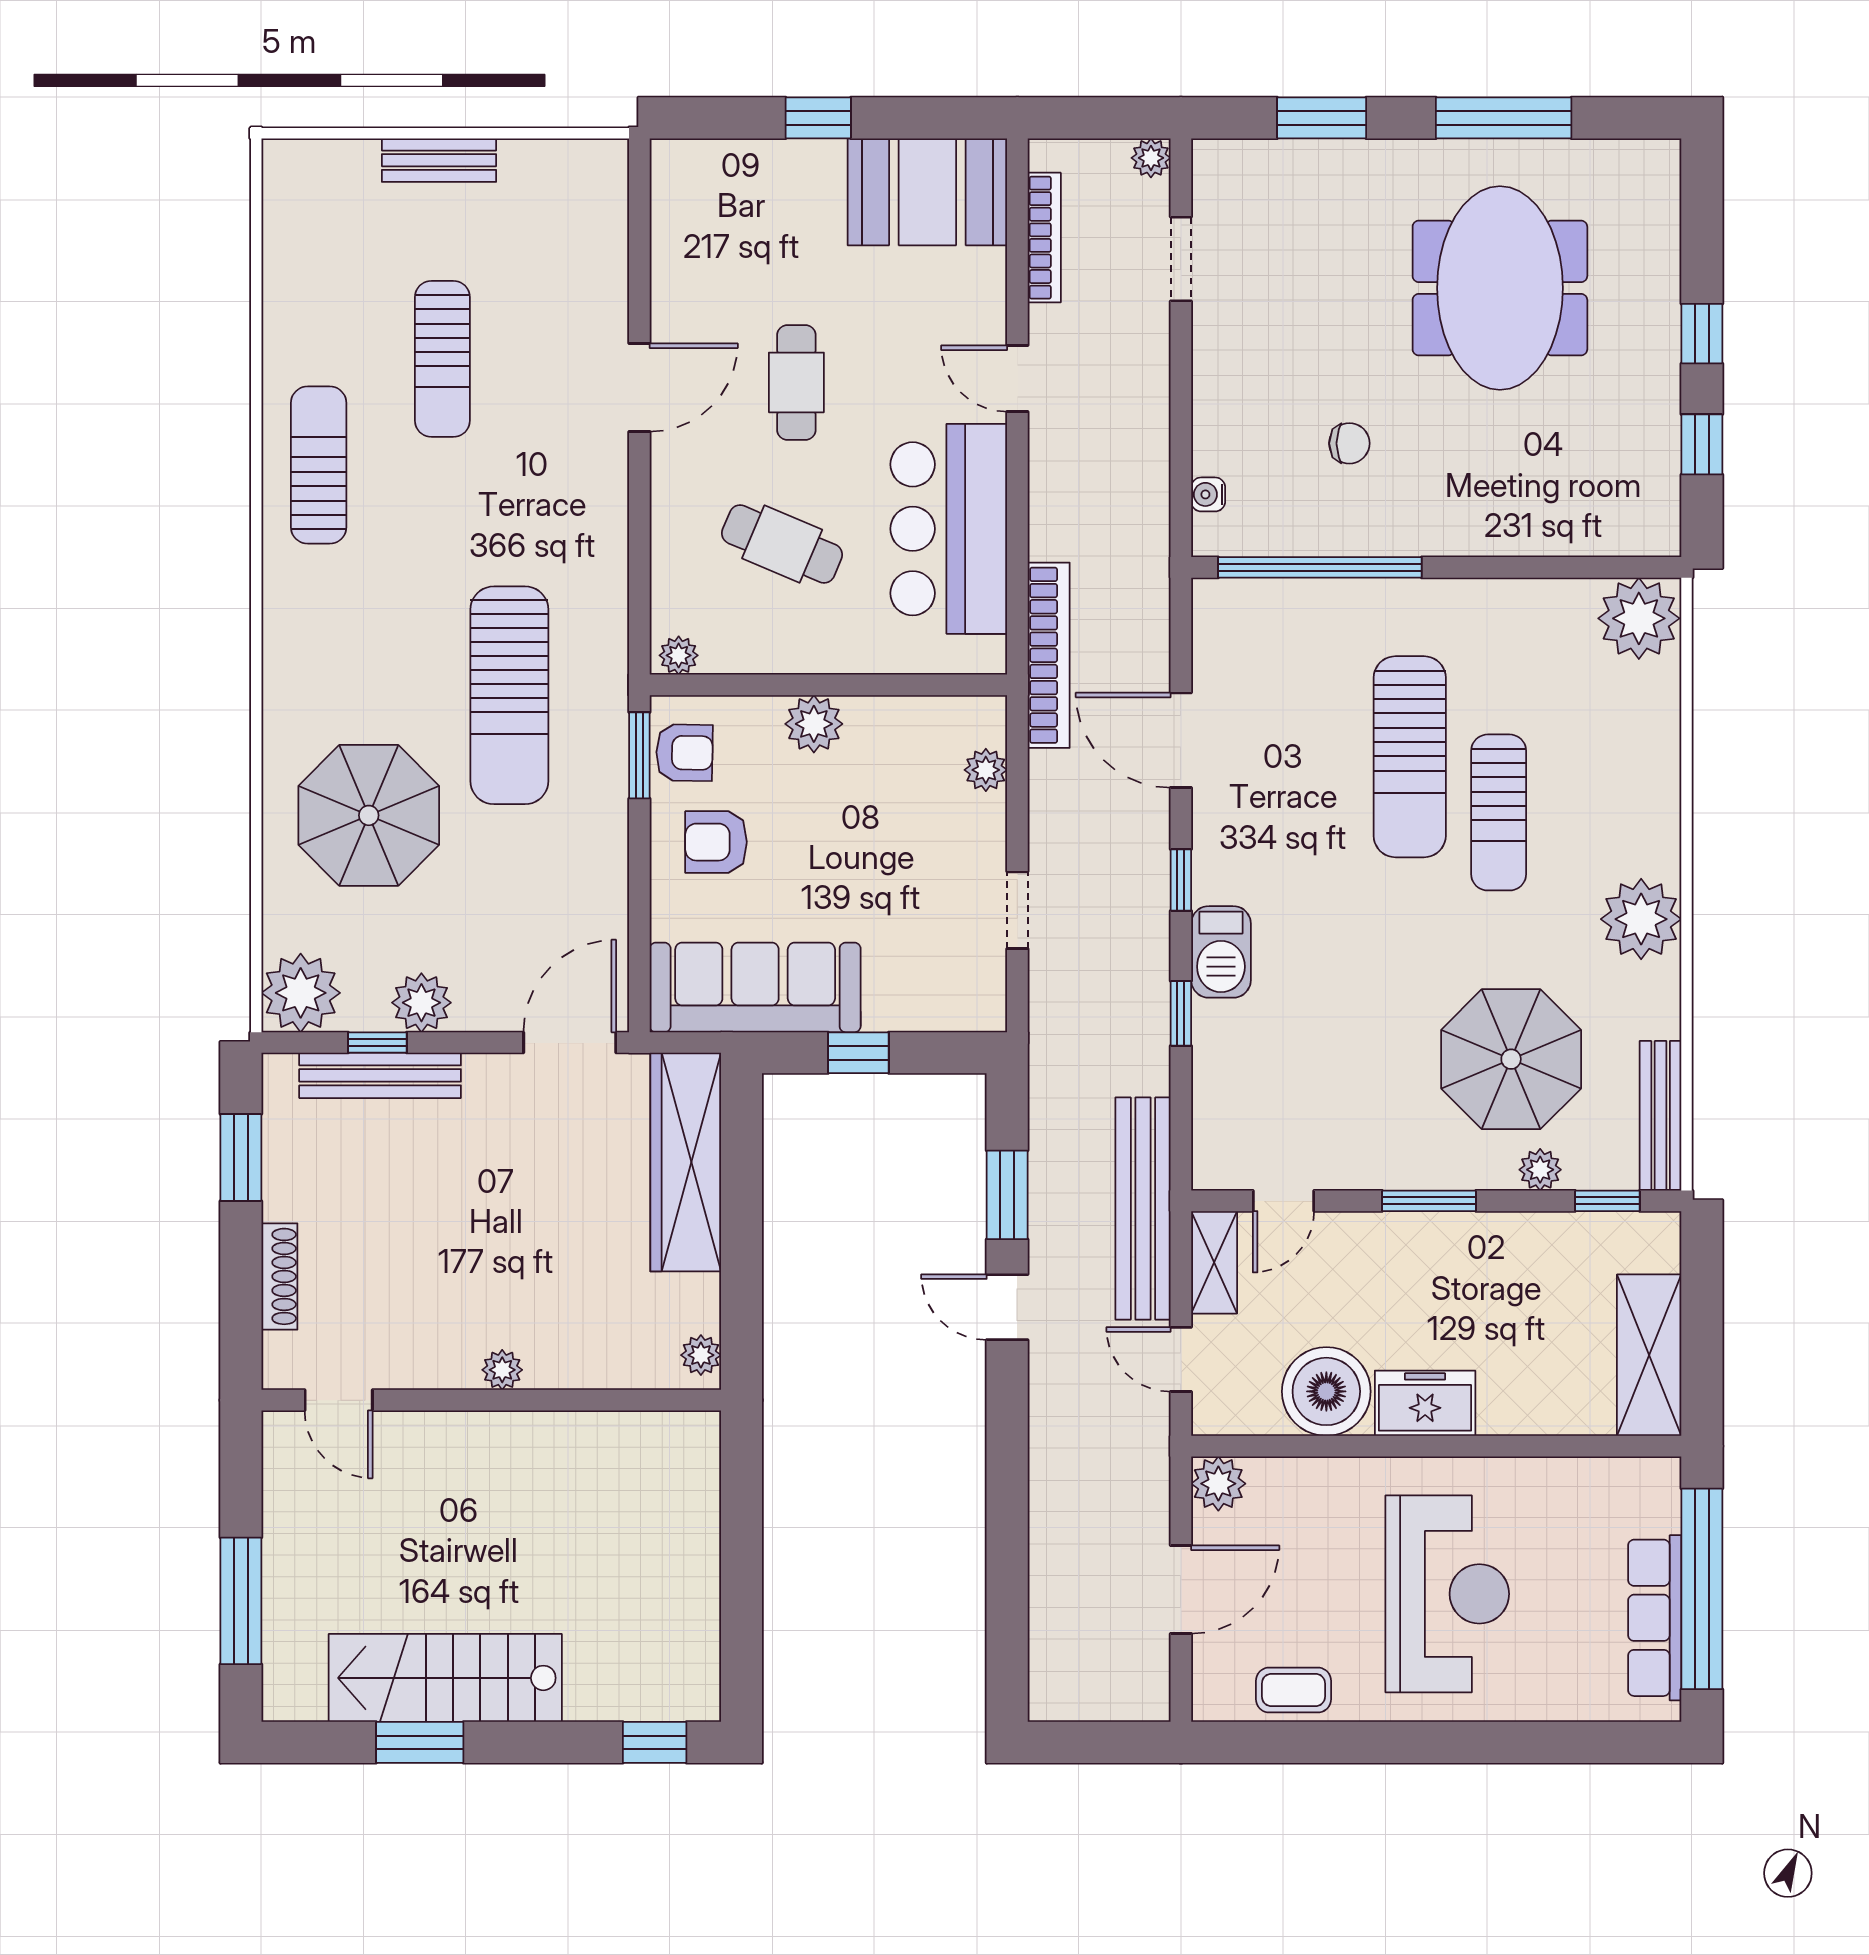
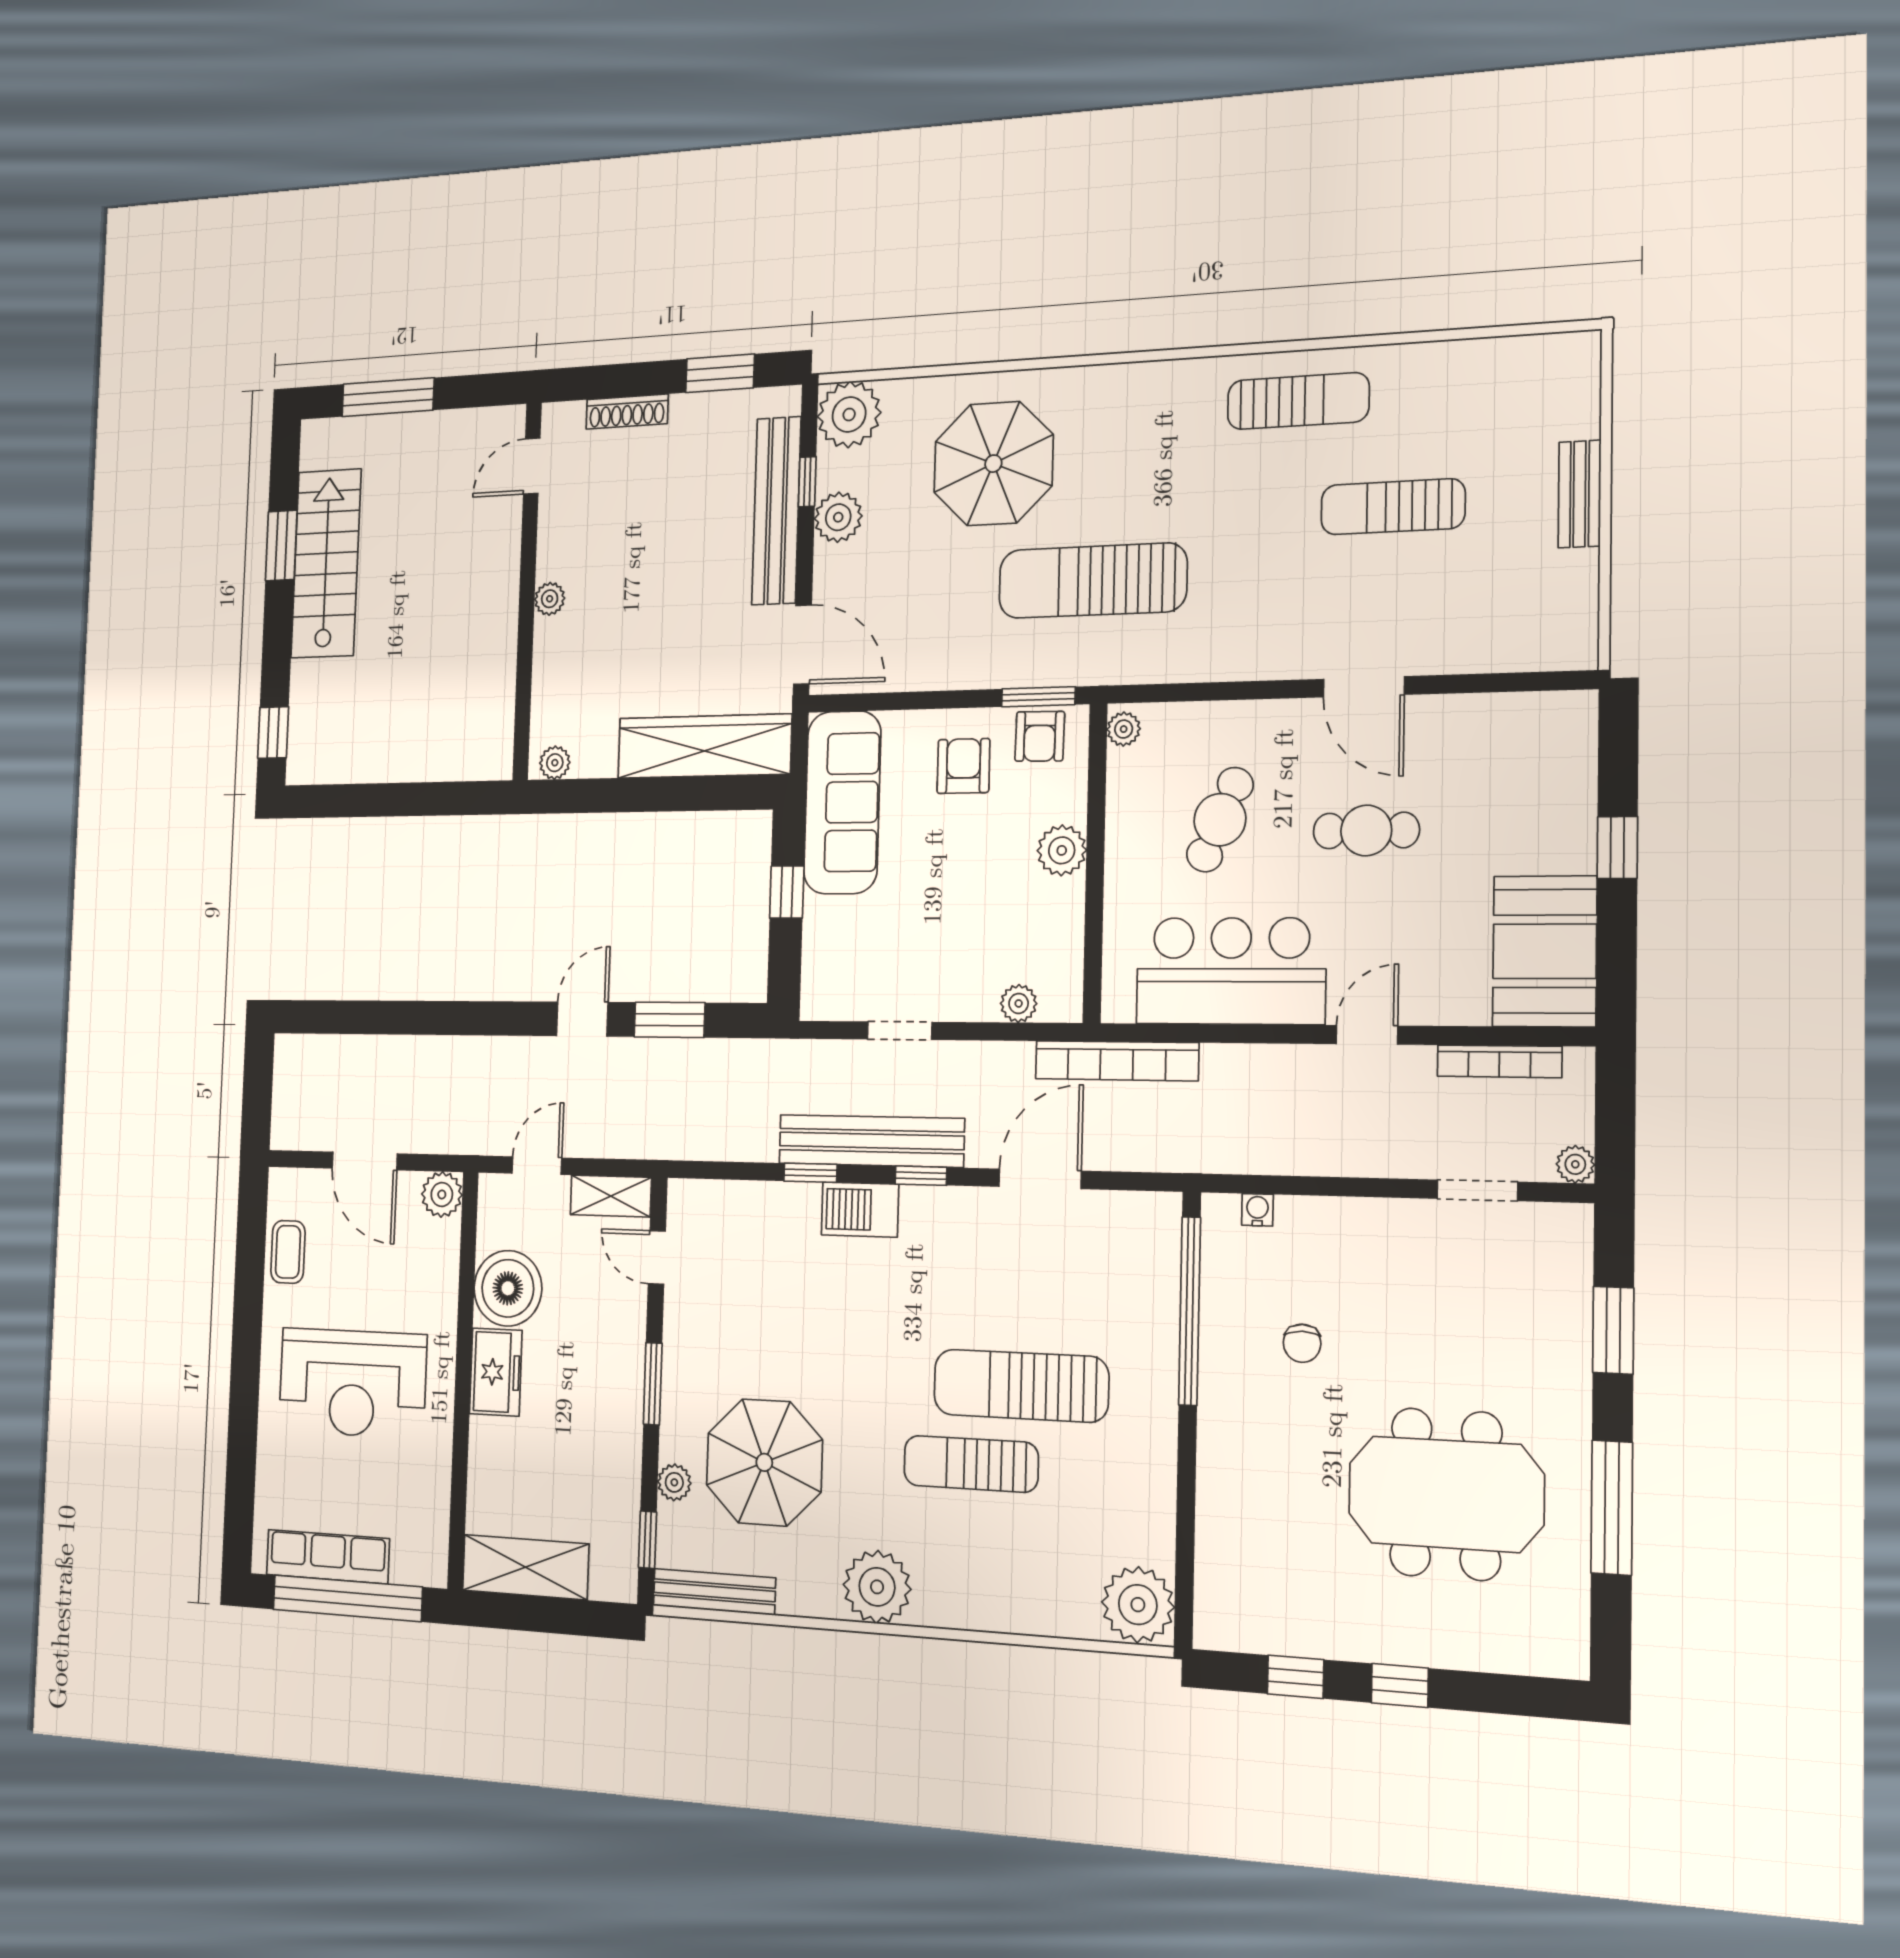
bench: (380, 1075) -> (776, 511), width x1.37, depth x1.21
bench: (1143, 1208) -> (871, 1141), moved

